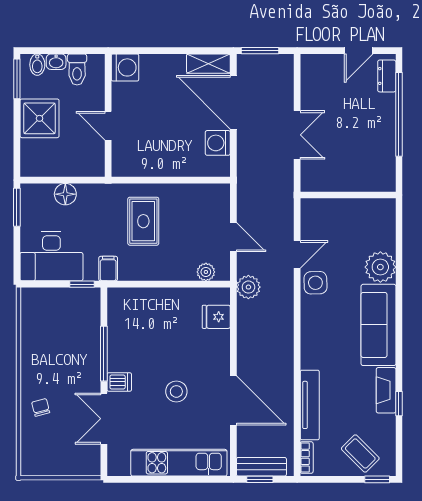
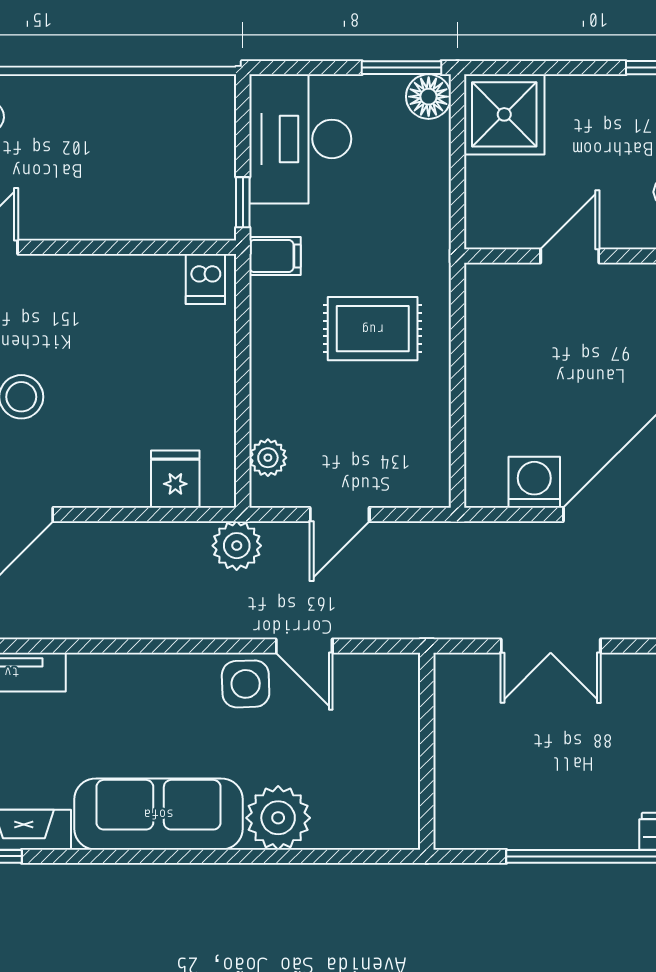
shower: (40, 118) -> (504, 114), moved
floor lamp: (65, 194) -> (429, 97), moved
window: (104, 354) -> (99, 247), removed
dishwasher: (119, 382) -> (205, 279), moved

